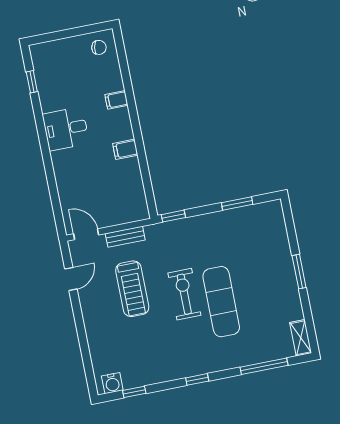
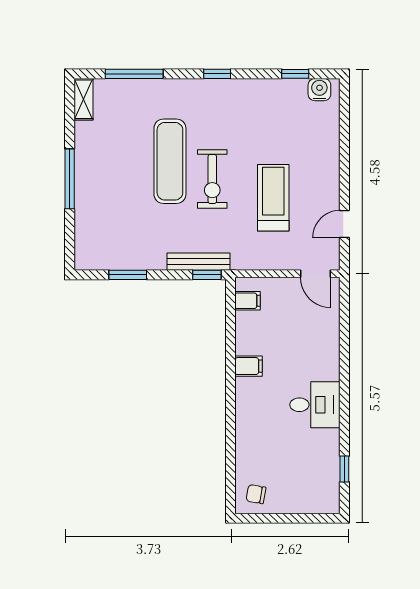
filing cabinet: (116, 100) -> (247, 301), moved
bench: (125, 237) -> (199, 262), moved, width x1.36
window: (299, 272) -> (70, 179), width x1.44

